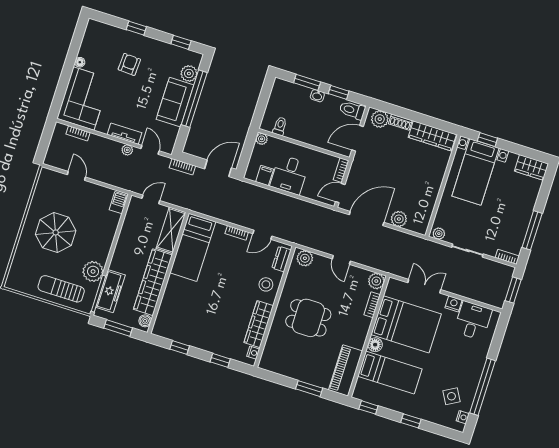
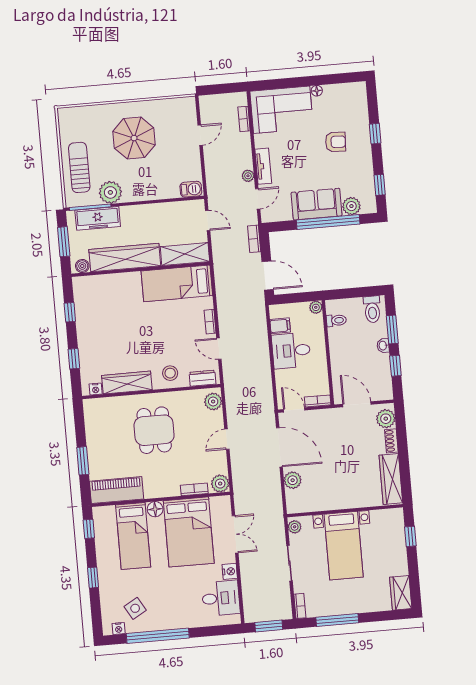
toilet: (352, 110) -> (372, 309), moved, turned 180
bed with nightstands: (475, 172) -> (344, 546), moved, turned -90

